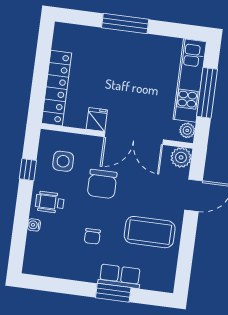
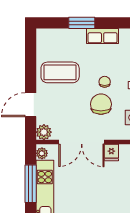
double door: (134, 138) -> (82, 142), swing flipped
chair: (92, 236) -> (105, 82), moved
row of seats: (120, 276) -> (103, 36), moved

